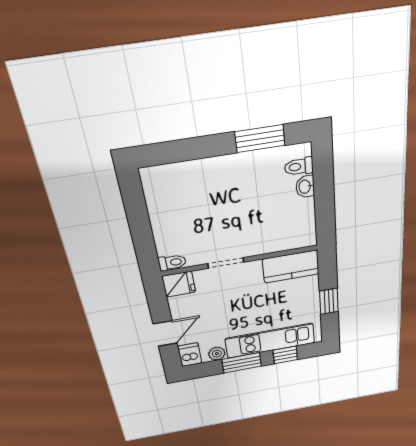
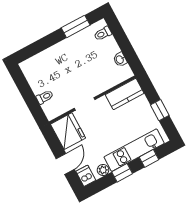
washbasin: (305, 187) -> (120, 59), moved
toilet: (172, 262) -> (45, 97), moved
fridge: (179, 284) -> (68, 131), width x1.88, depth x1.34
window: (242, 363) -> (122, 173), width x0.67

